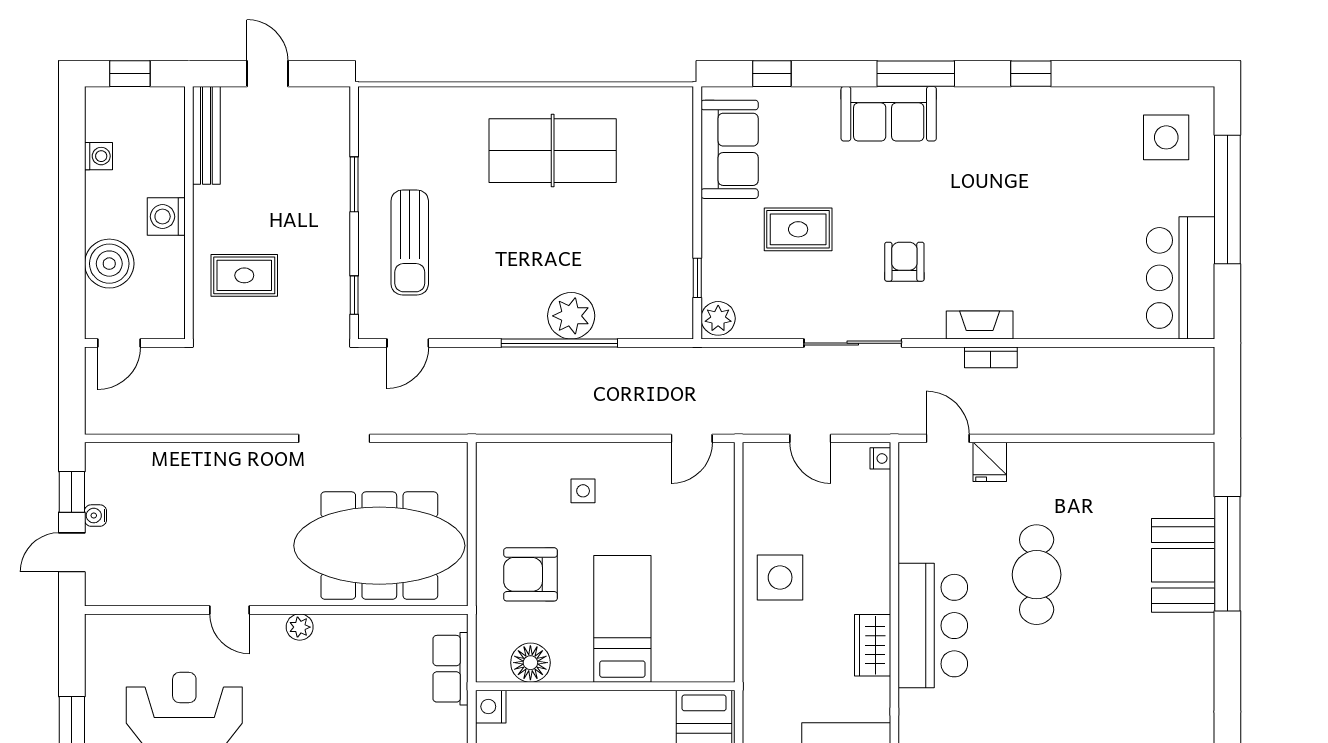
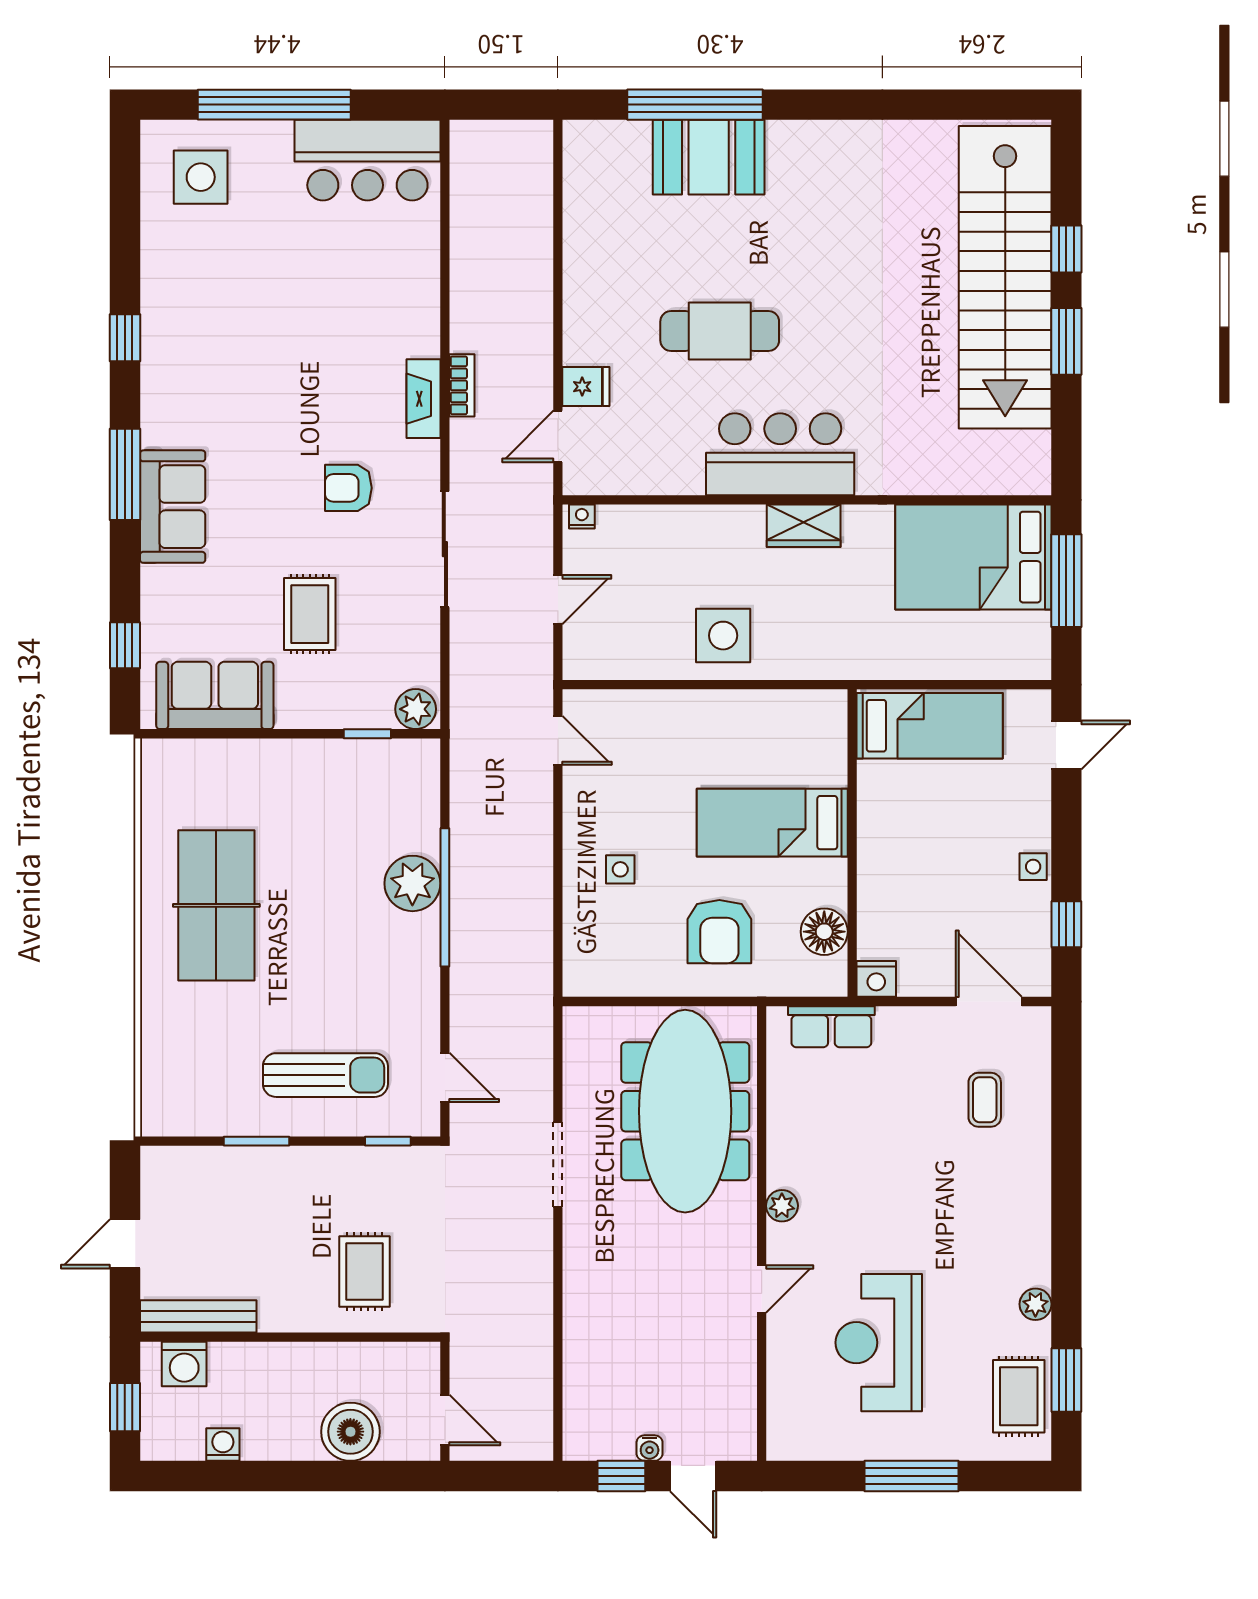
washing machine: (166, 217) -> (184, 1364), moved

